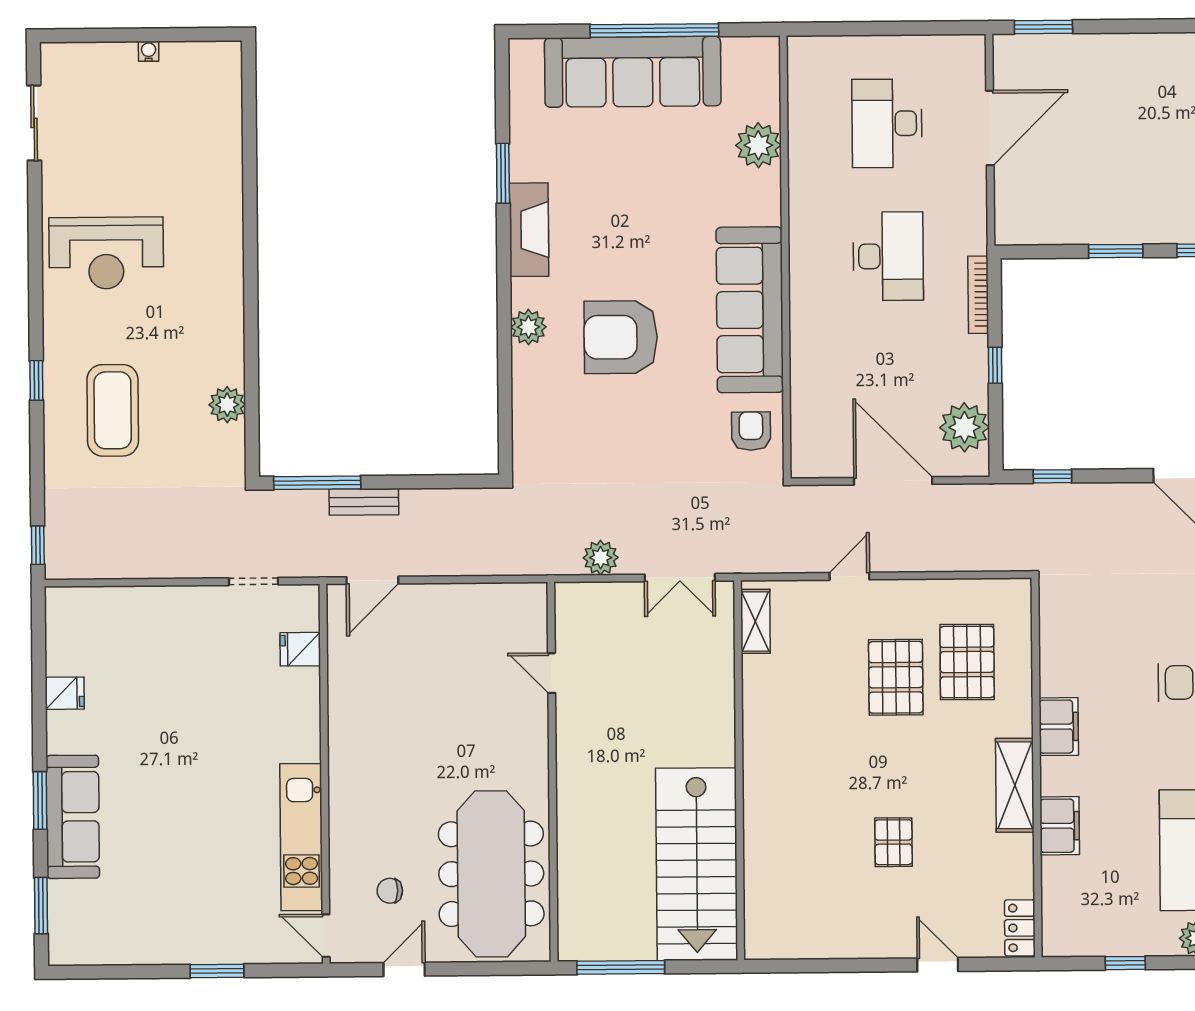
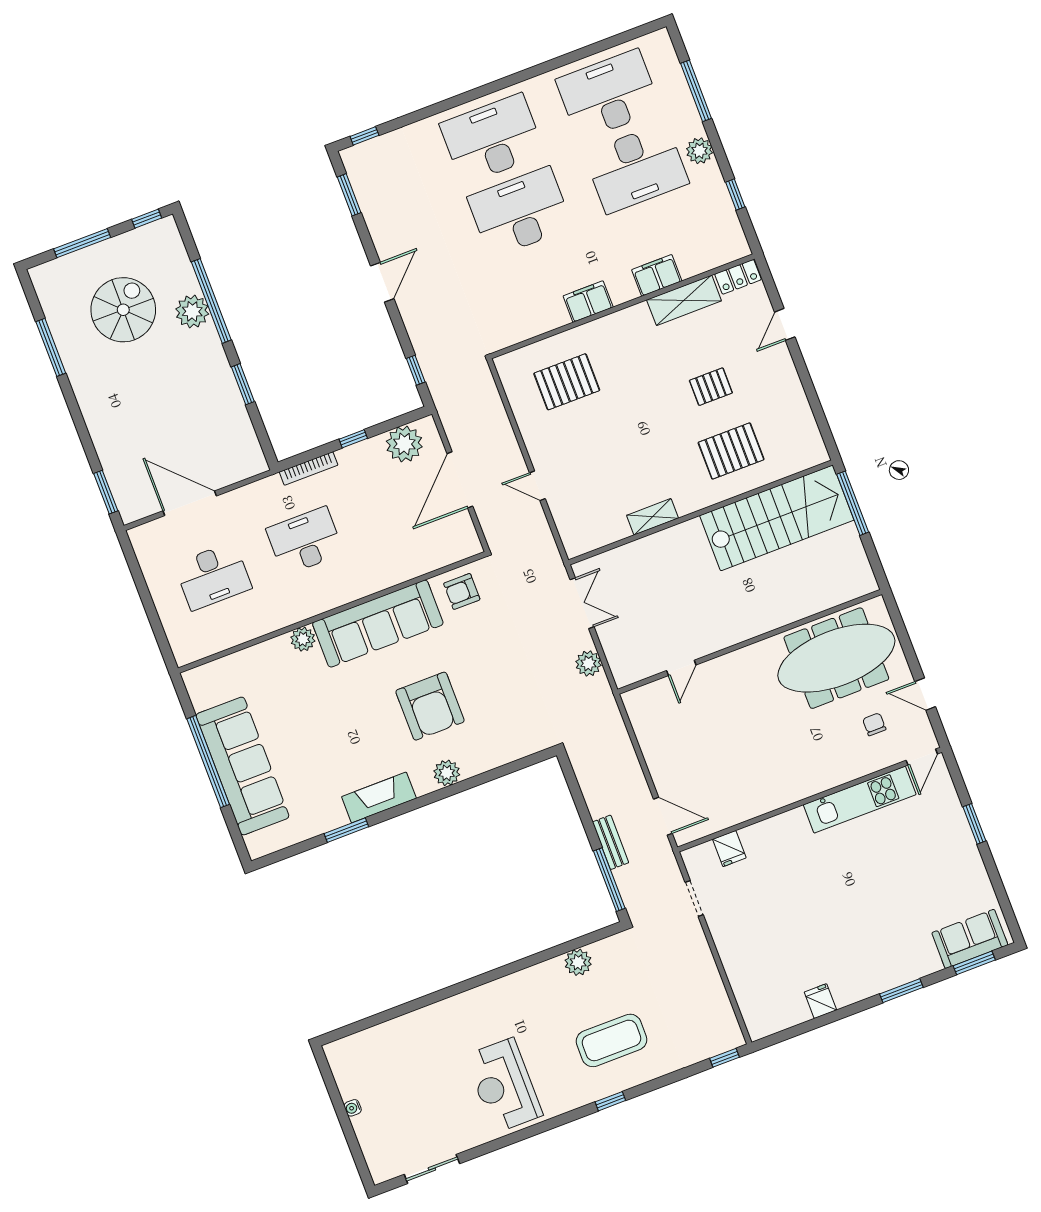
plant: (758, 145) -> (303, 639), moved, width x0.73, depth x0.73
reception desk: (106, 253) -> (504, 1085), turned 180
shelving: (755, 621) -> (653, 517), moved
pallet: (896, 677) -> (731, 451), moved
shelving: (1015, 785) -> (684, 300), moved
sofa: (73, 817) -> (970, 939), moved, width x0.73
chair: (390, 891) -> (874, 724), turned 180
window: (621, 967) -> (853, 503), moved

